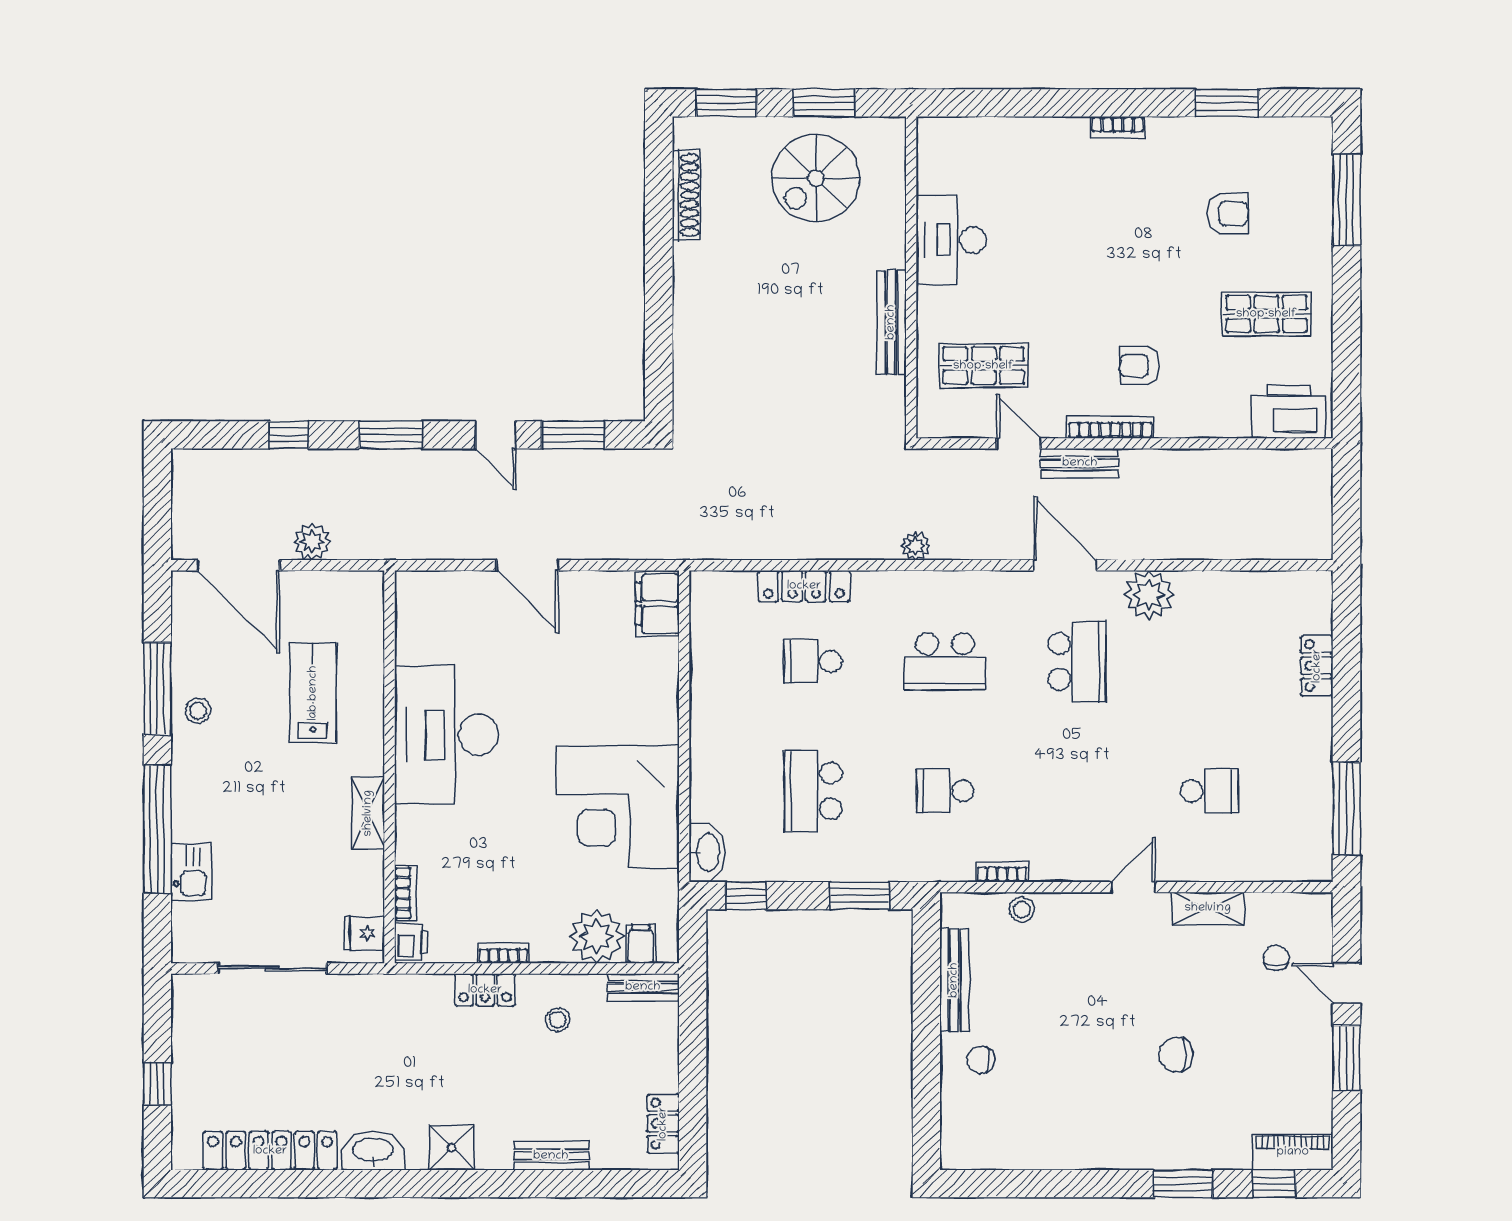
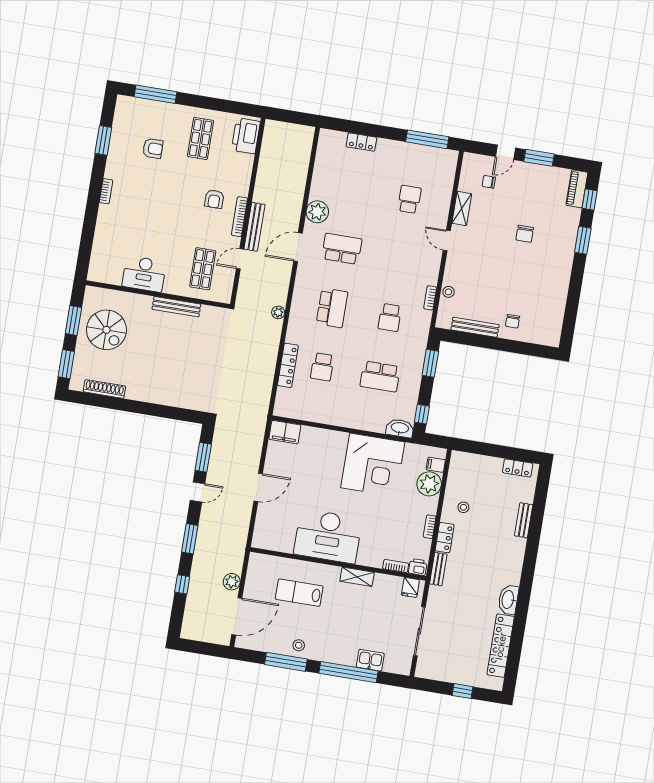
armchair: (1228, 214) -> (153, 148), turned 90
bench: (1080, 463) -> (254, 227), width x1.36
bench: (643, 987) -> (438, 569), moved
shower: (451, 1148) -> (513, 564), removed

